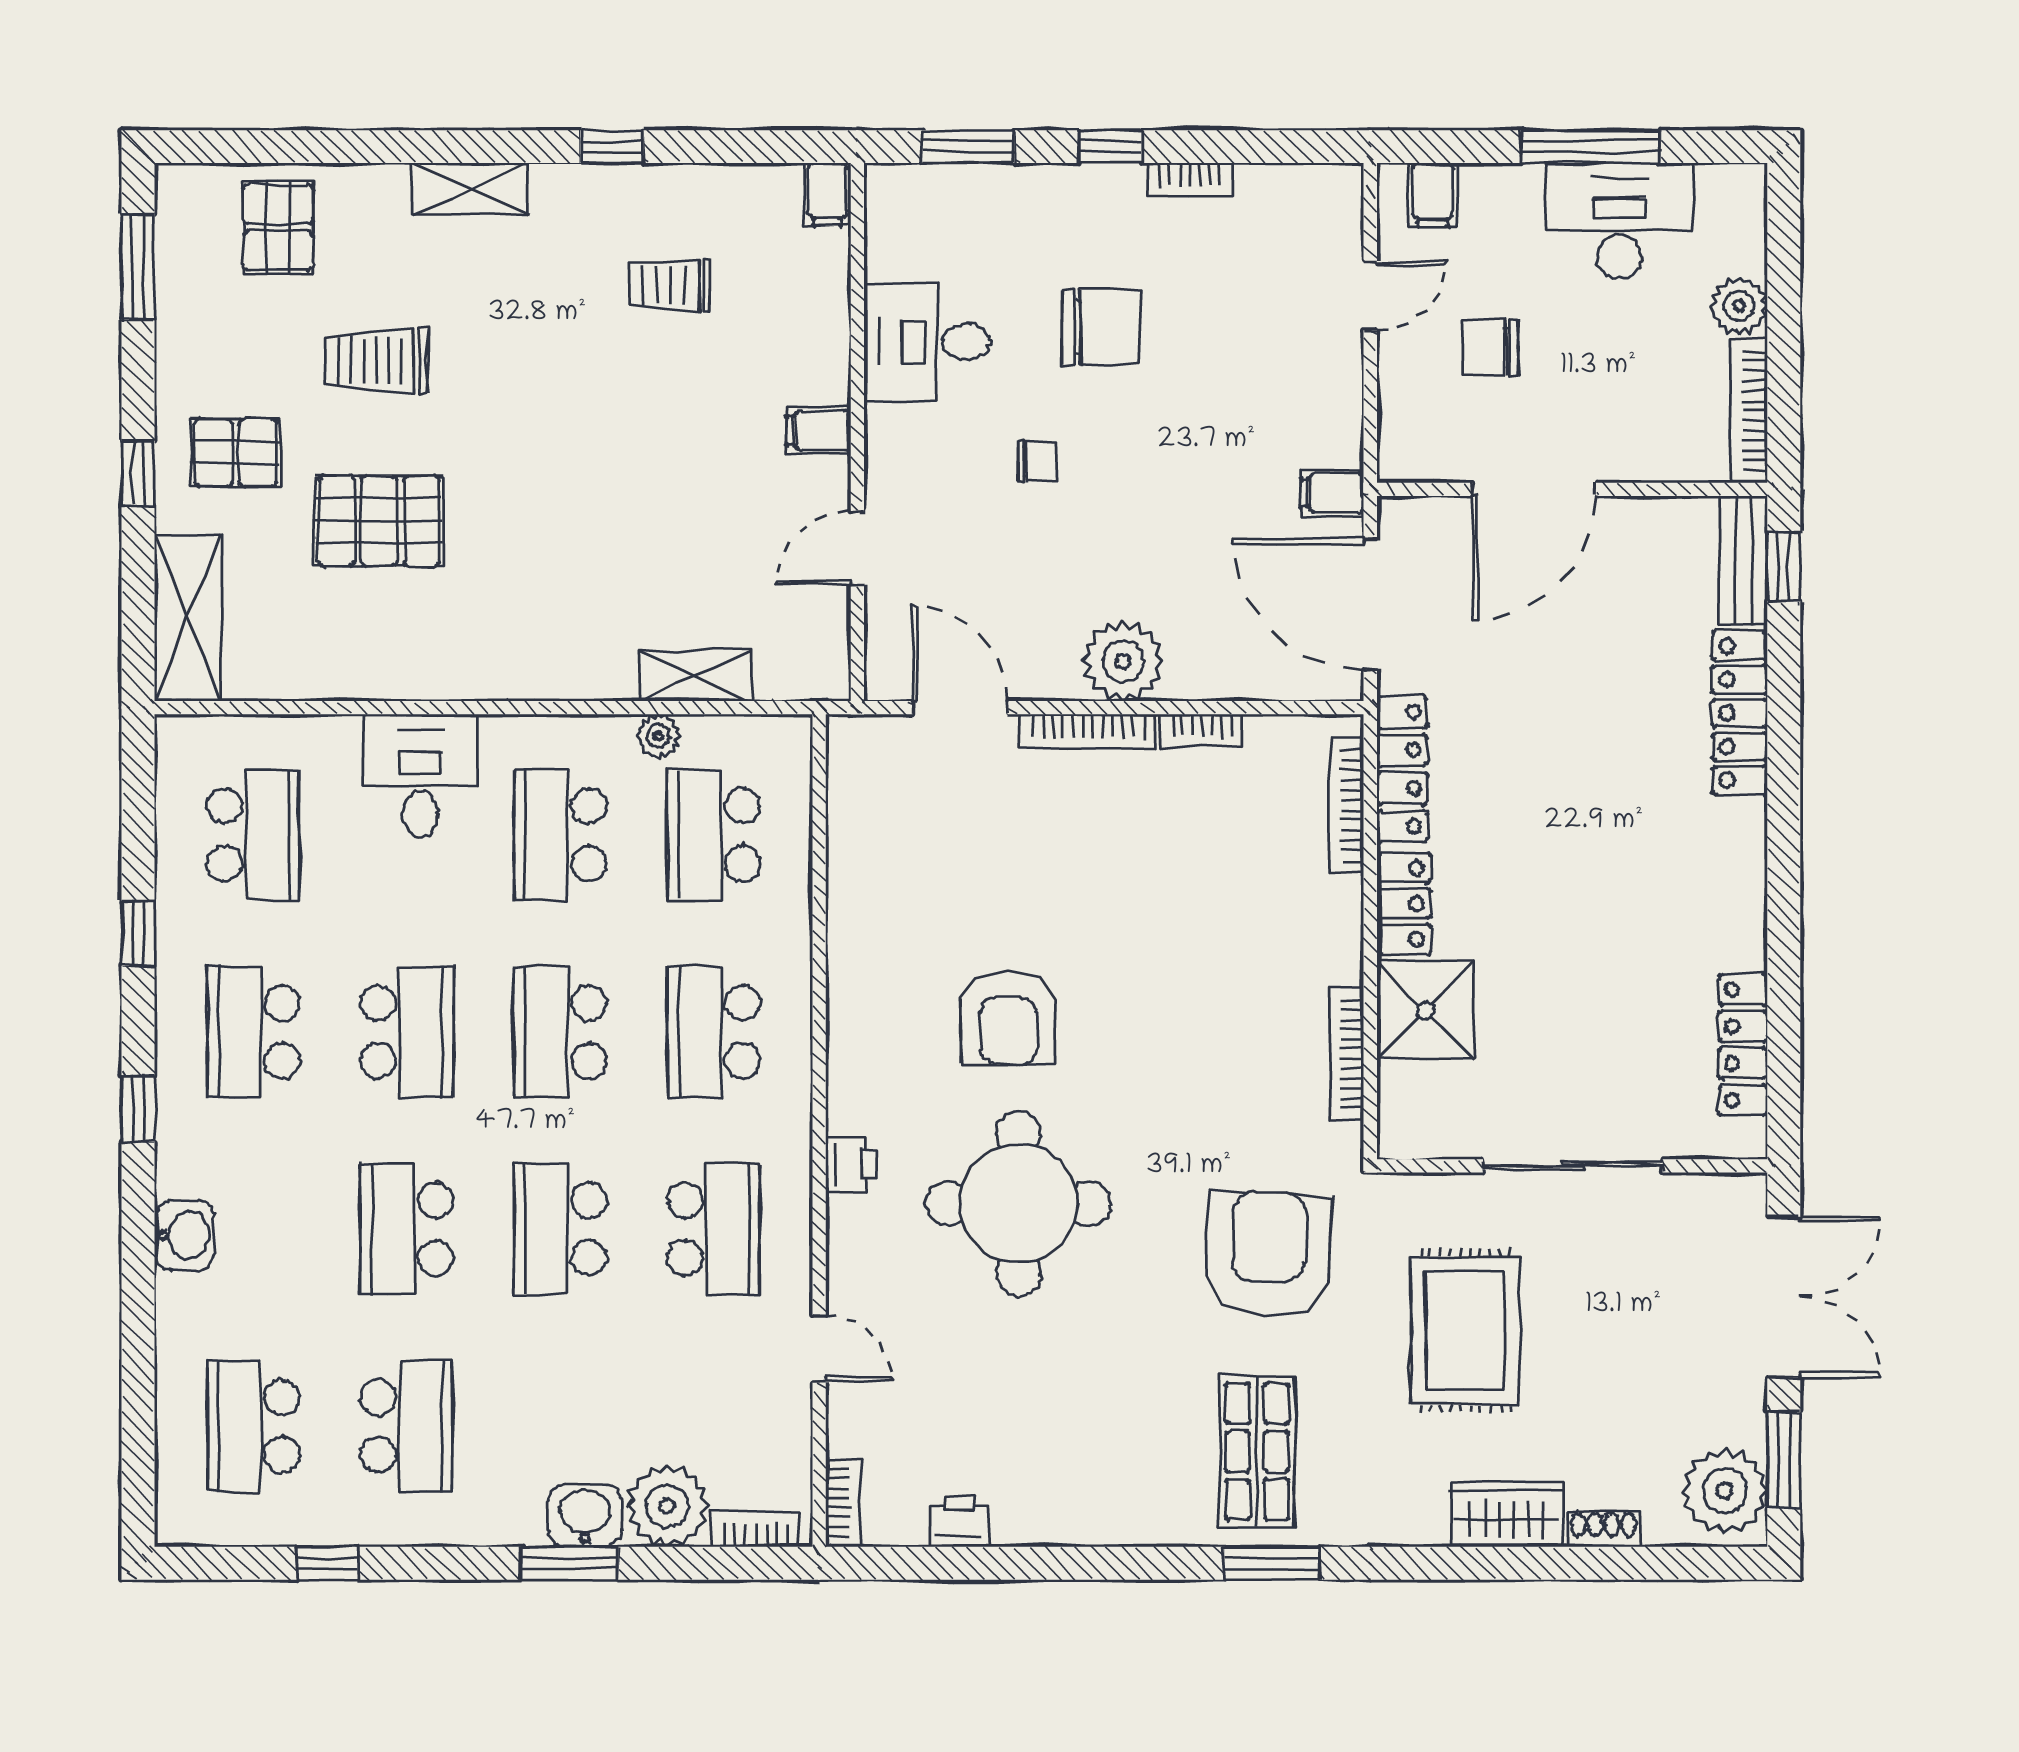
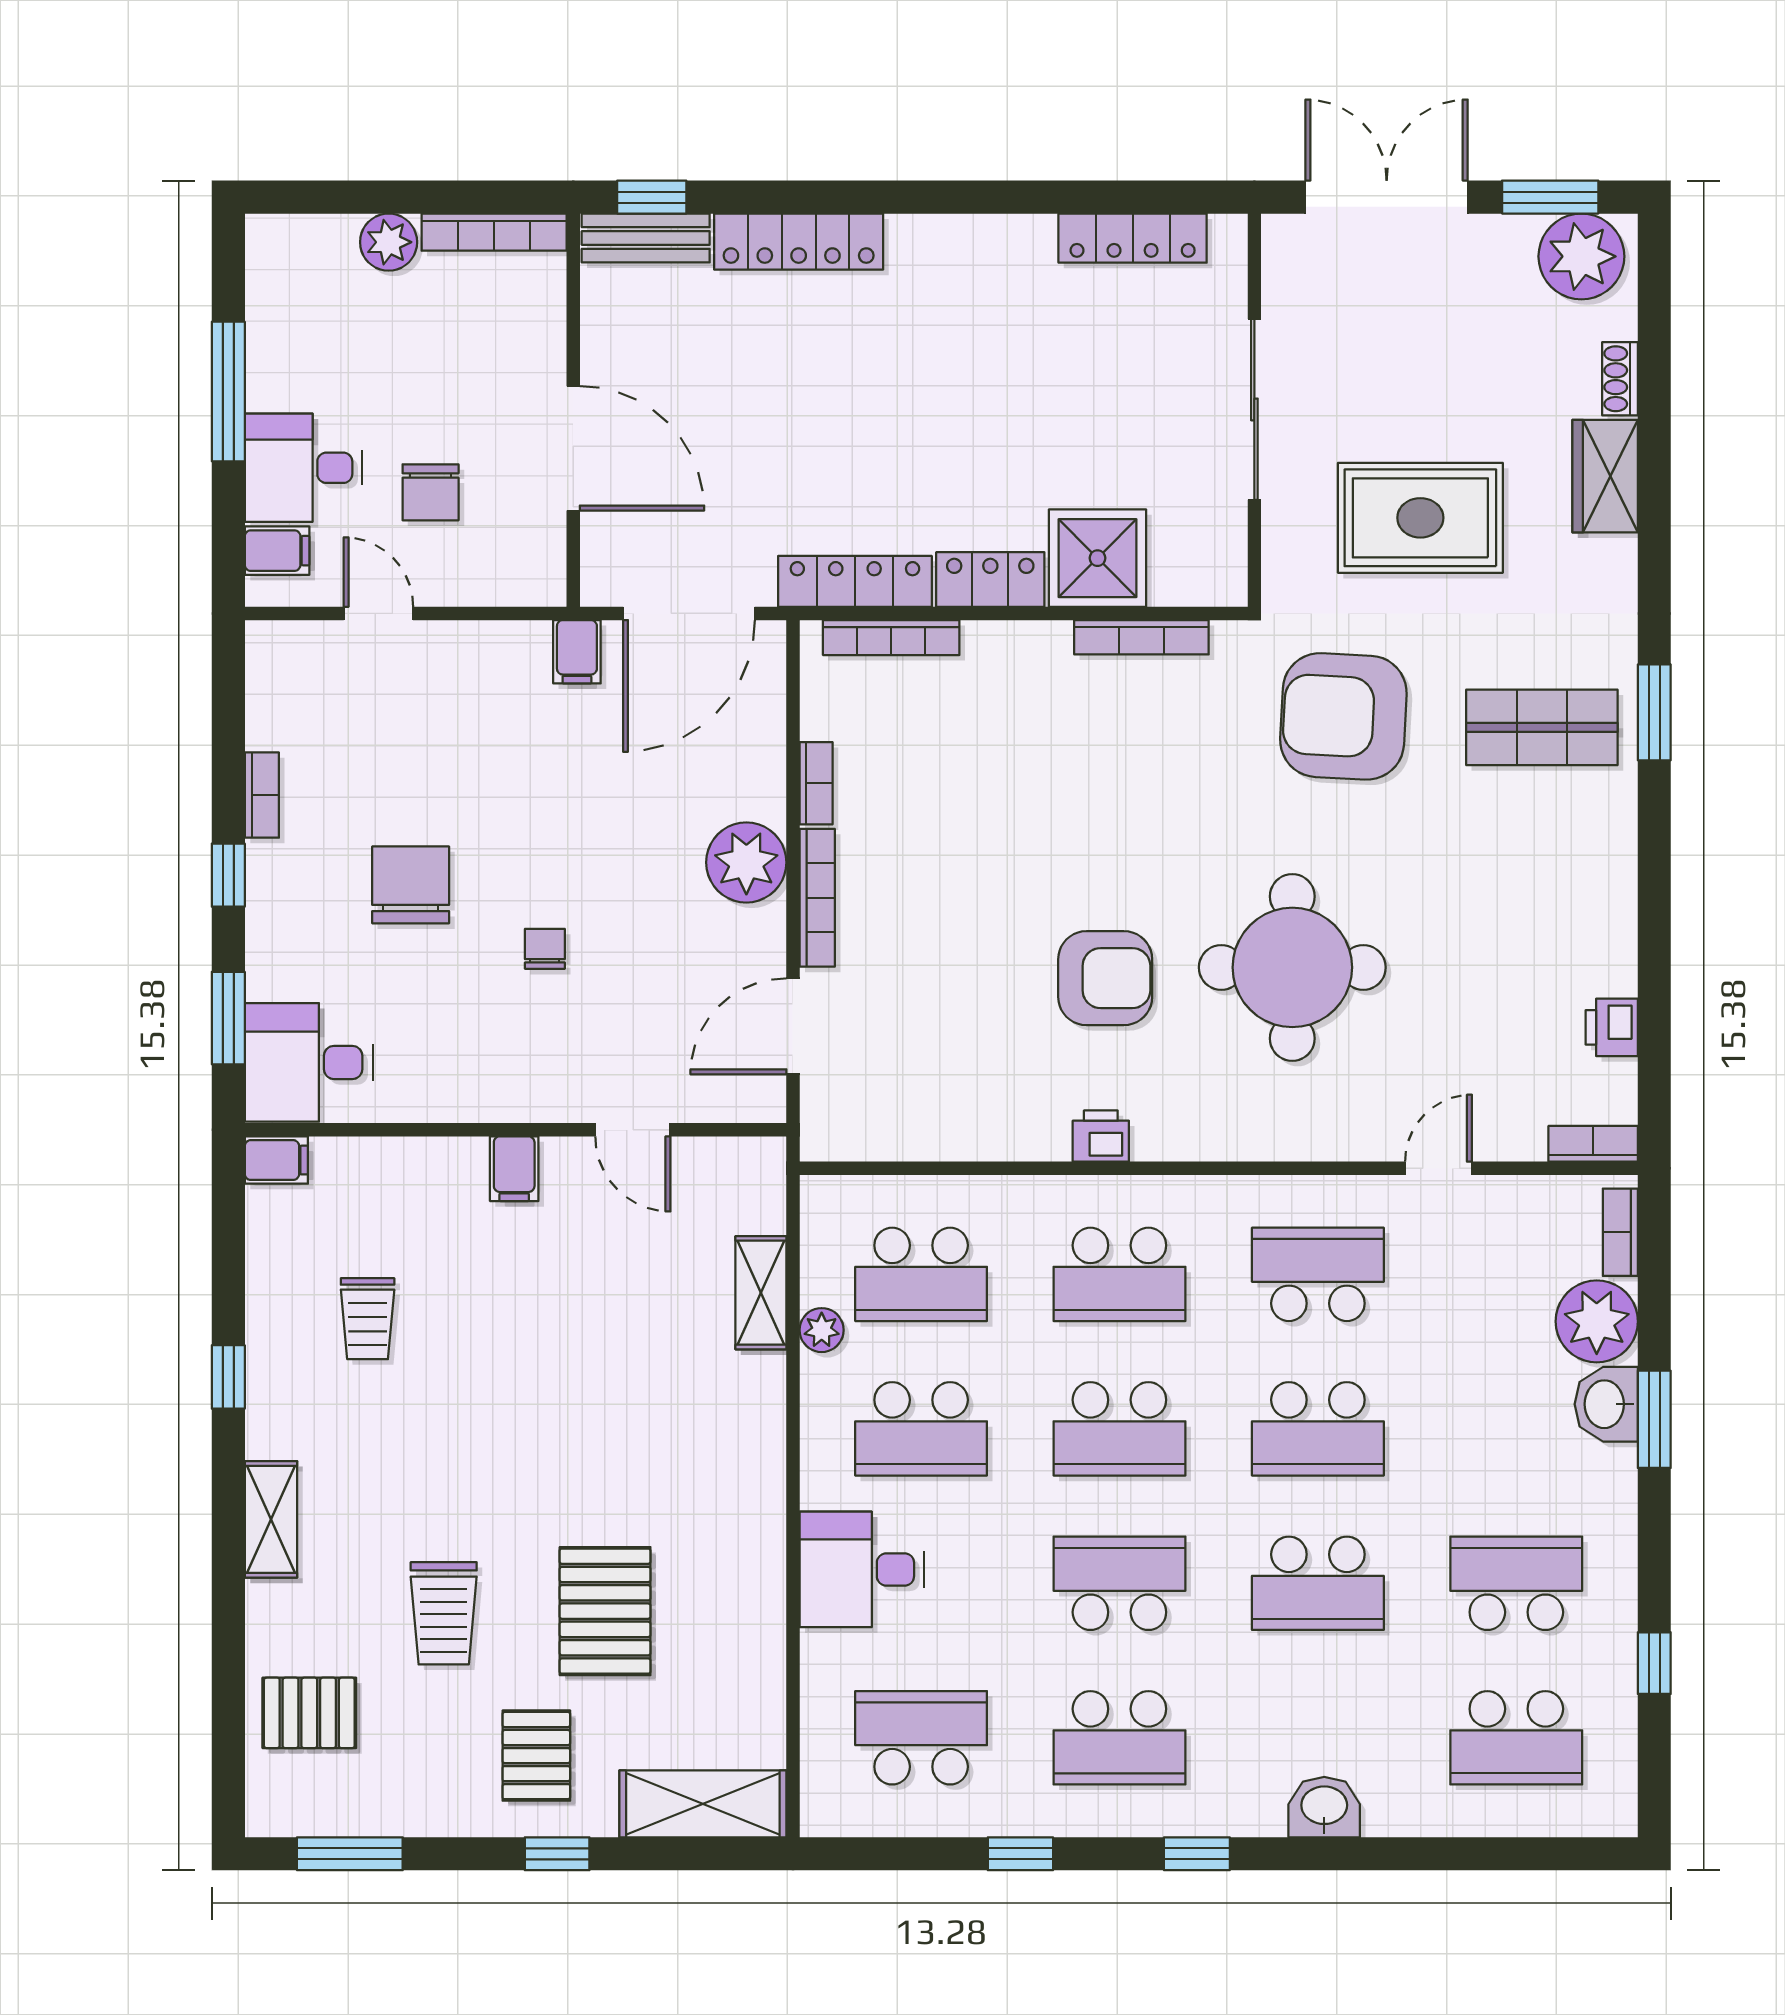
desk: (1619, 221) -> (303, 468), moved, width x0.73
desk: (927, 342) -> (309, 1062), moved, turned 90
printer: (851, 1164) -> (1101, 1136), moved

